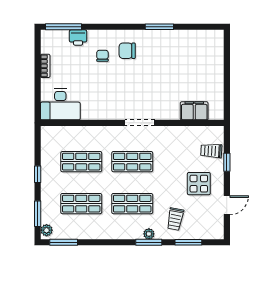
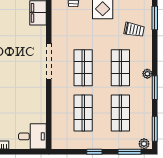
desk: (60, 104) -> (32, 136), width x0.73
doorway: (140, 123) -> (49, 61), width x1.36
plant: (149, 234) -> (147, 74), moved
window: (149, 242) -> (155, 88), moved

